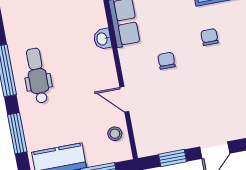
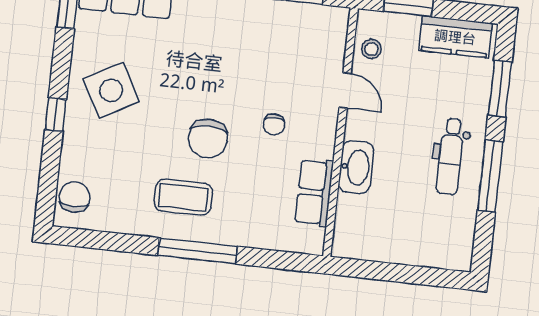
chair: (209, 37) -> (208, 138), width x1.87, depth x1.87
washbasin: (102, 39) -> (356, 167), width x1.91, depth x1.45

